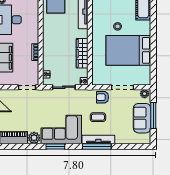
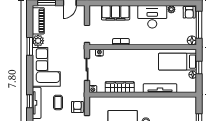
window: (55, 146) -> (30, 46), moved
window: (97, 146) -> (30, 101), width x0.46

